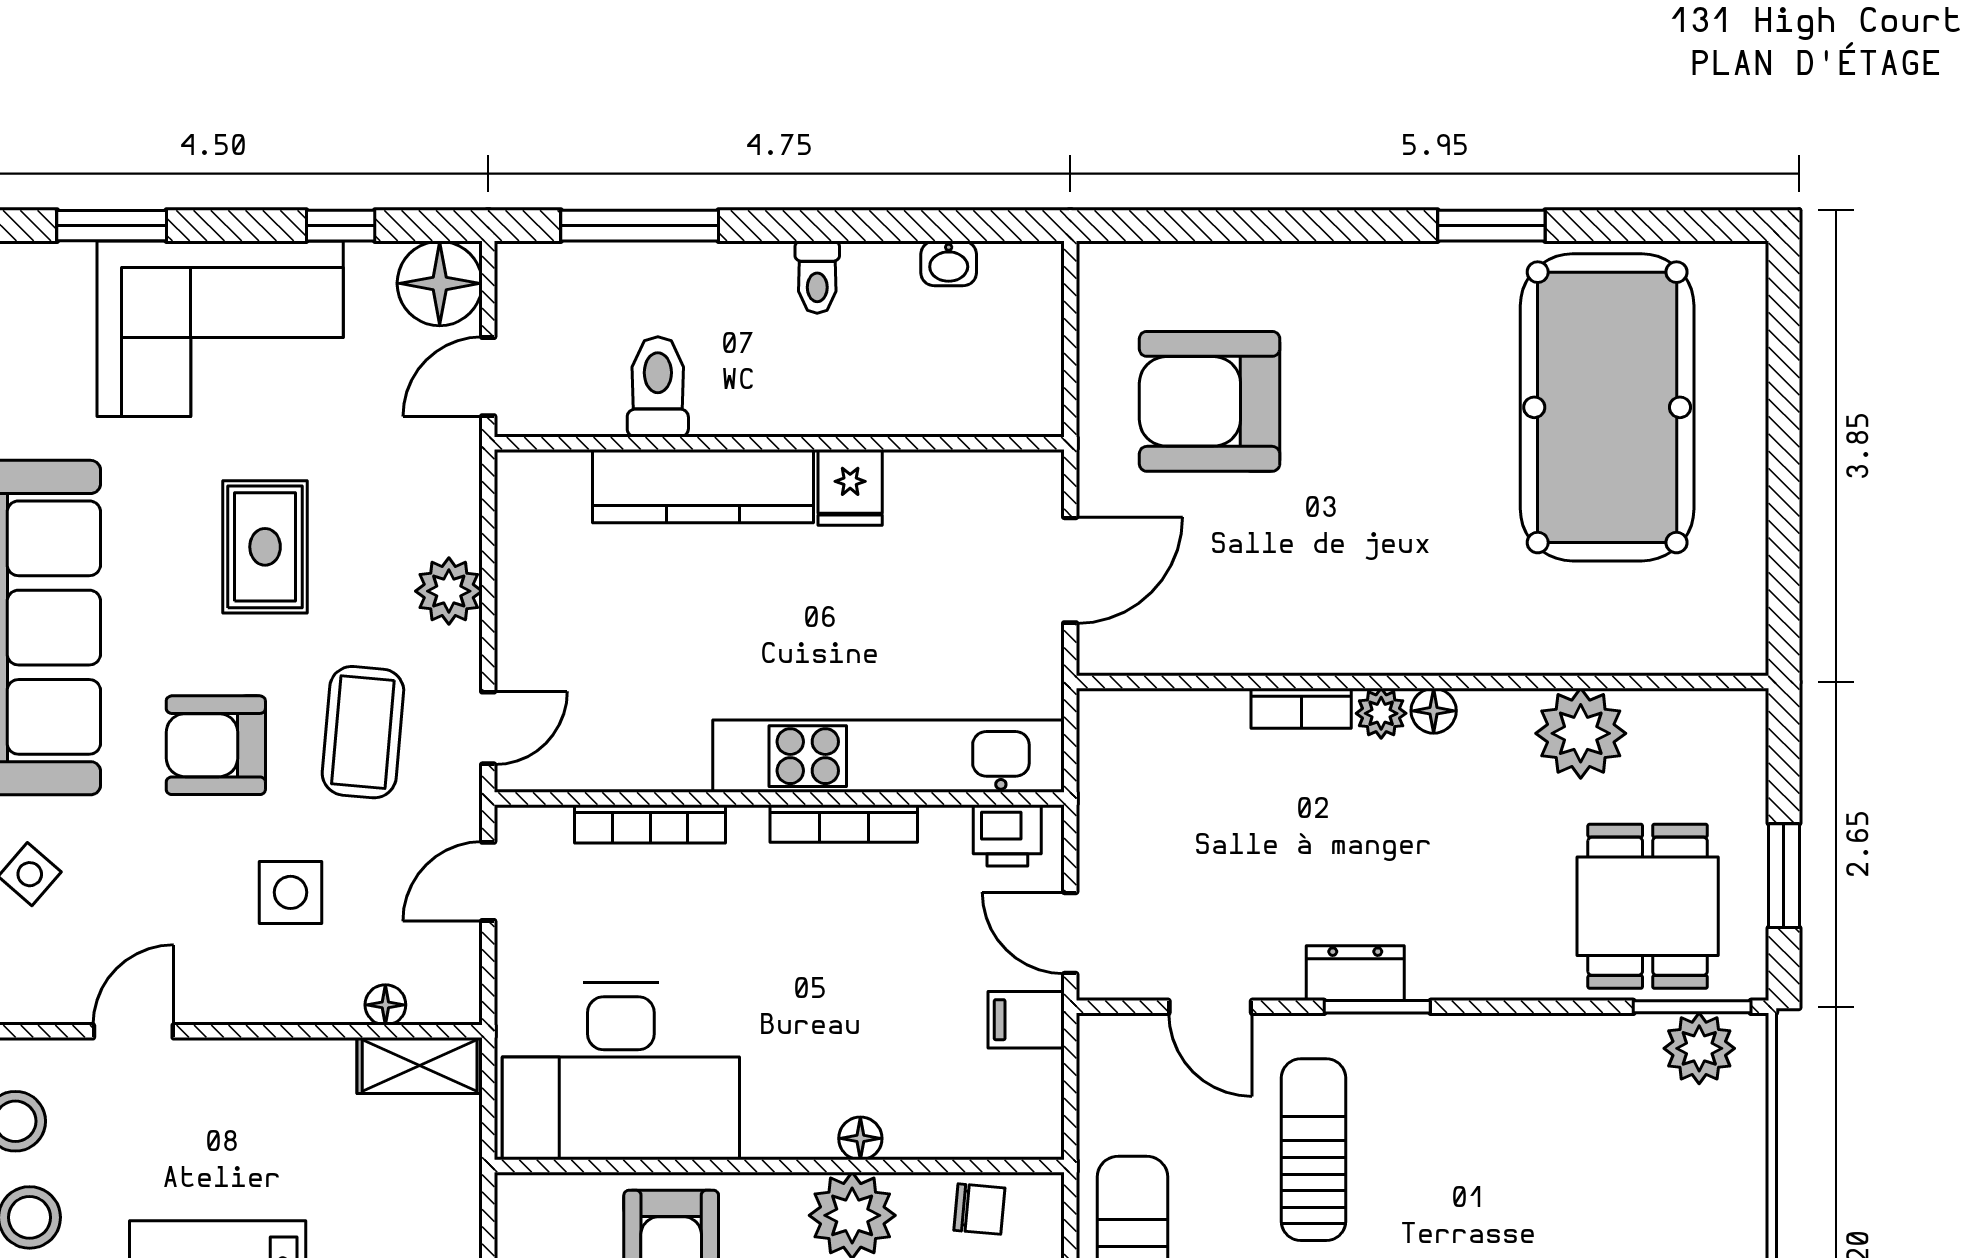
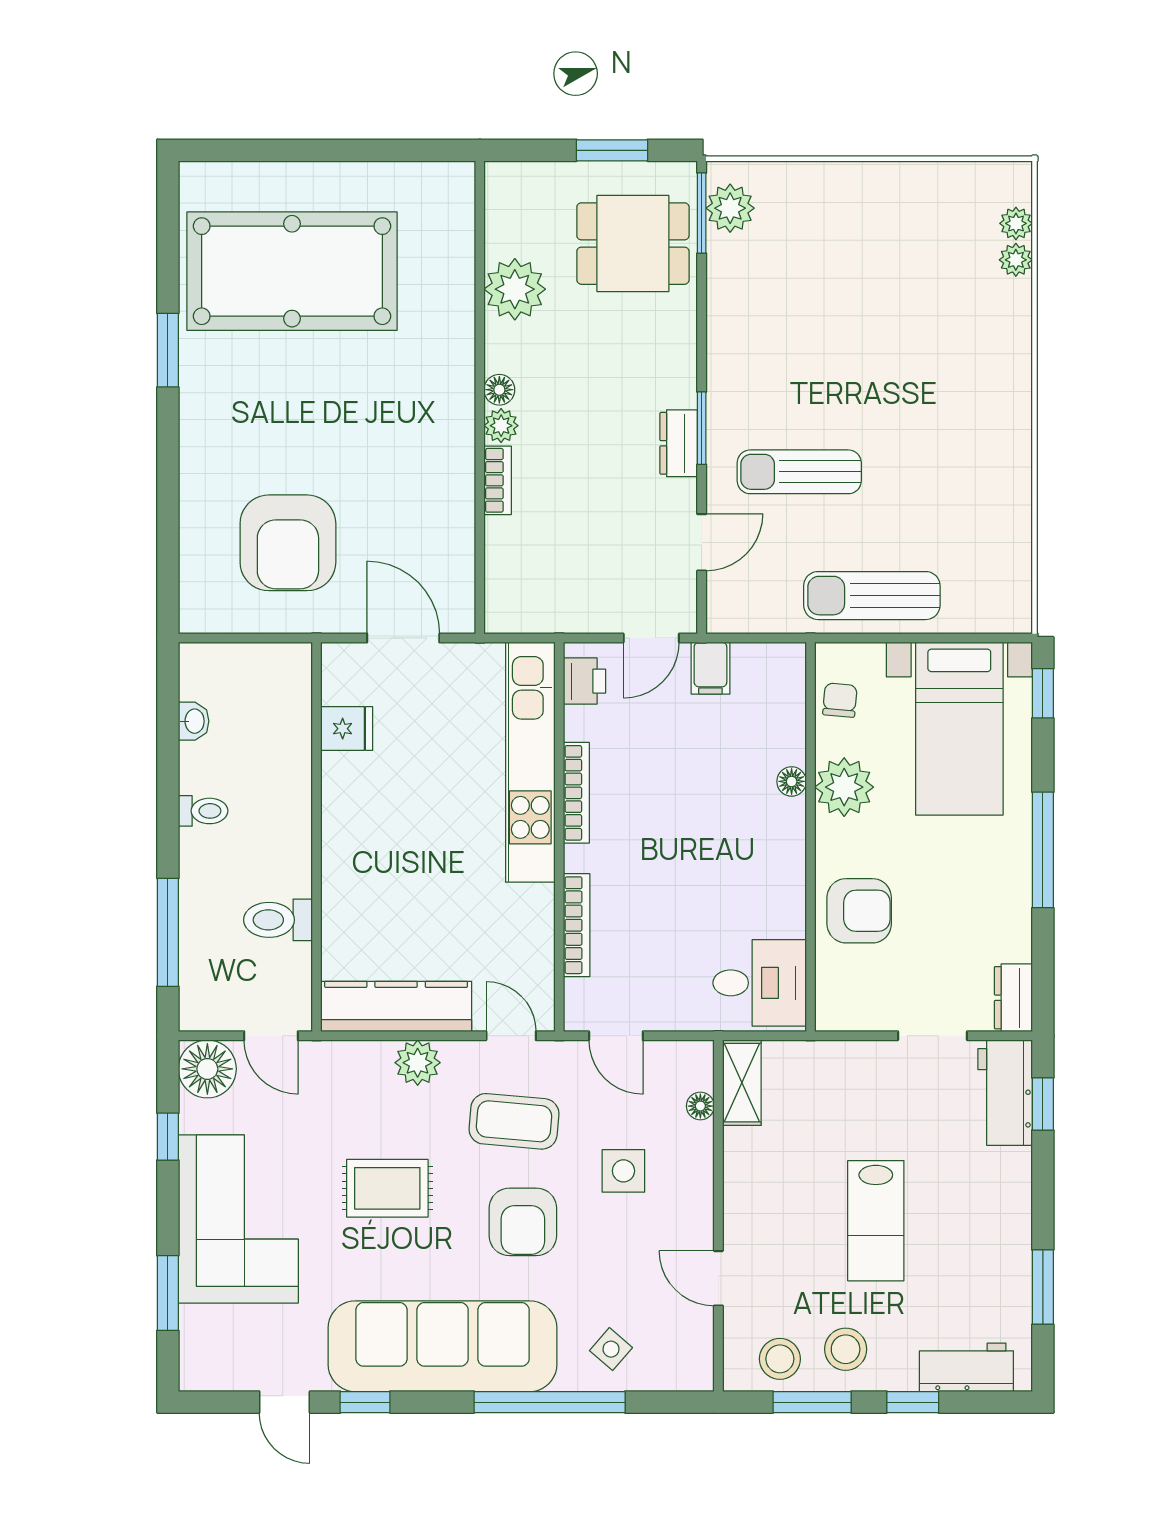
kitchen counter: (703, 486) -> (396, 1006), moved, turned -90
fridge: (850, 487) -> (347, 729), moved
desk: (621, 1071) -> (760, 983), width x0.53, depth x0.77

